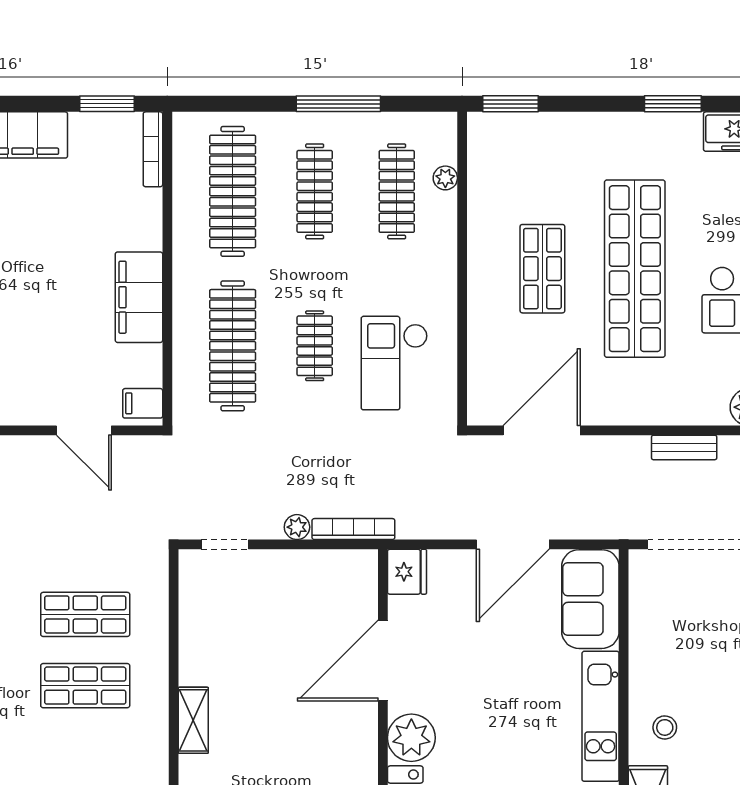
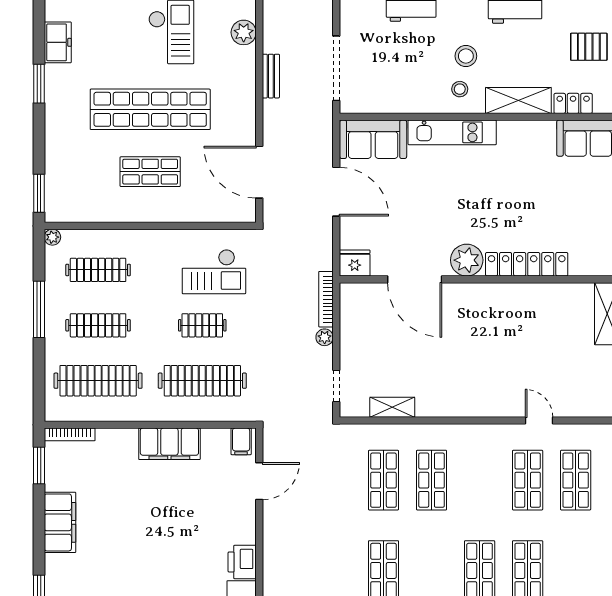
plant: (445, 178) -> (52, 237), moved
shelving: (193, 720) -> (392, 407), moved
stool: (714, 736) -> (466, 56), added

